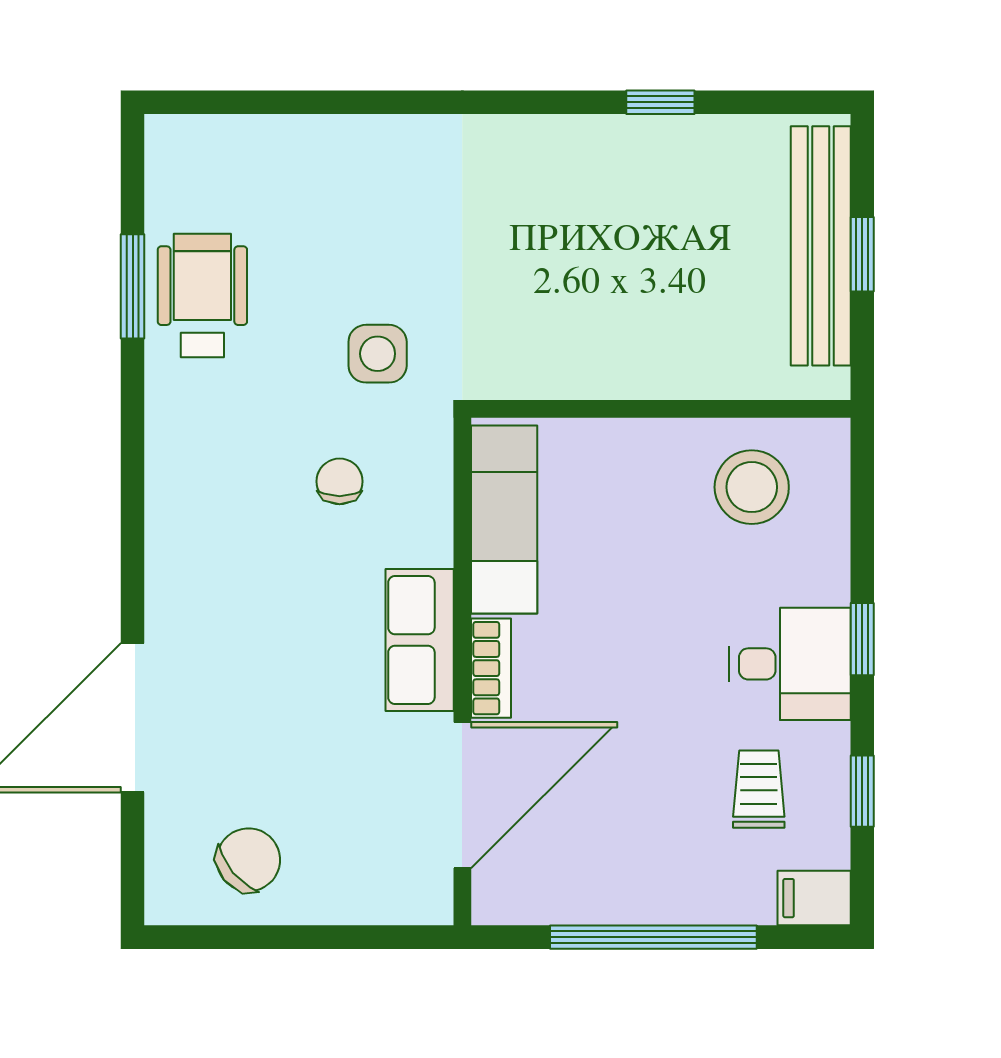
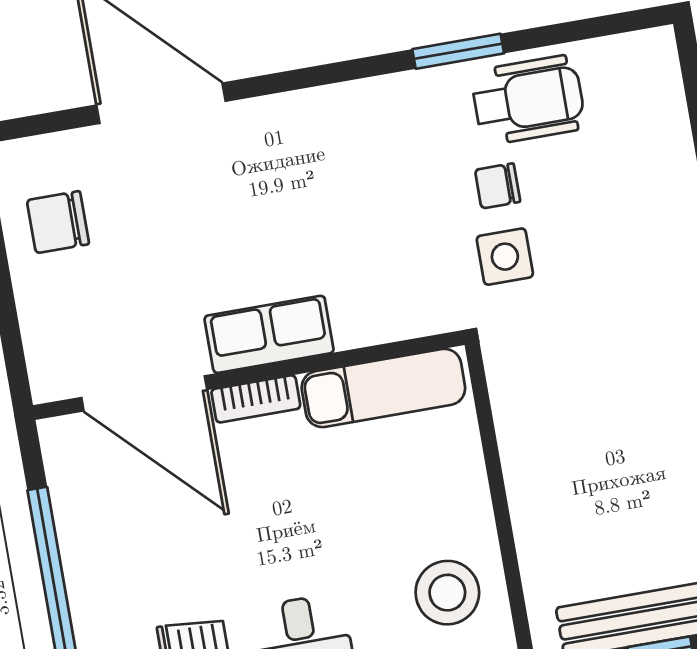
window: (133, 286) -> (458, 51), moved
chair: (340, 481) -> (498, 186), moved, turned 180
chair: (248, 860) -> (58, 222), turned 130

